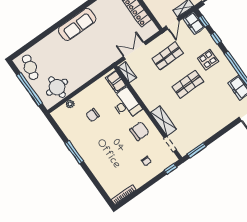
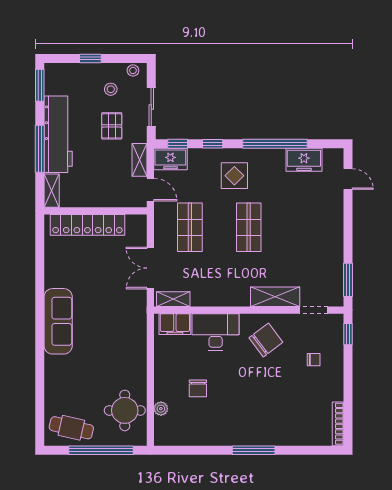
chair: (139, 131) -> (266, 340), turned 53
window: (74, 152) -> (254, 450), moved

